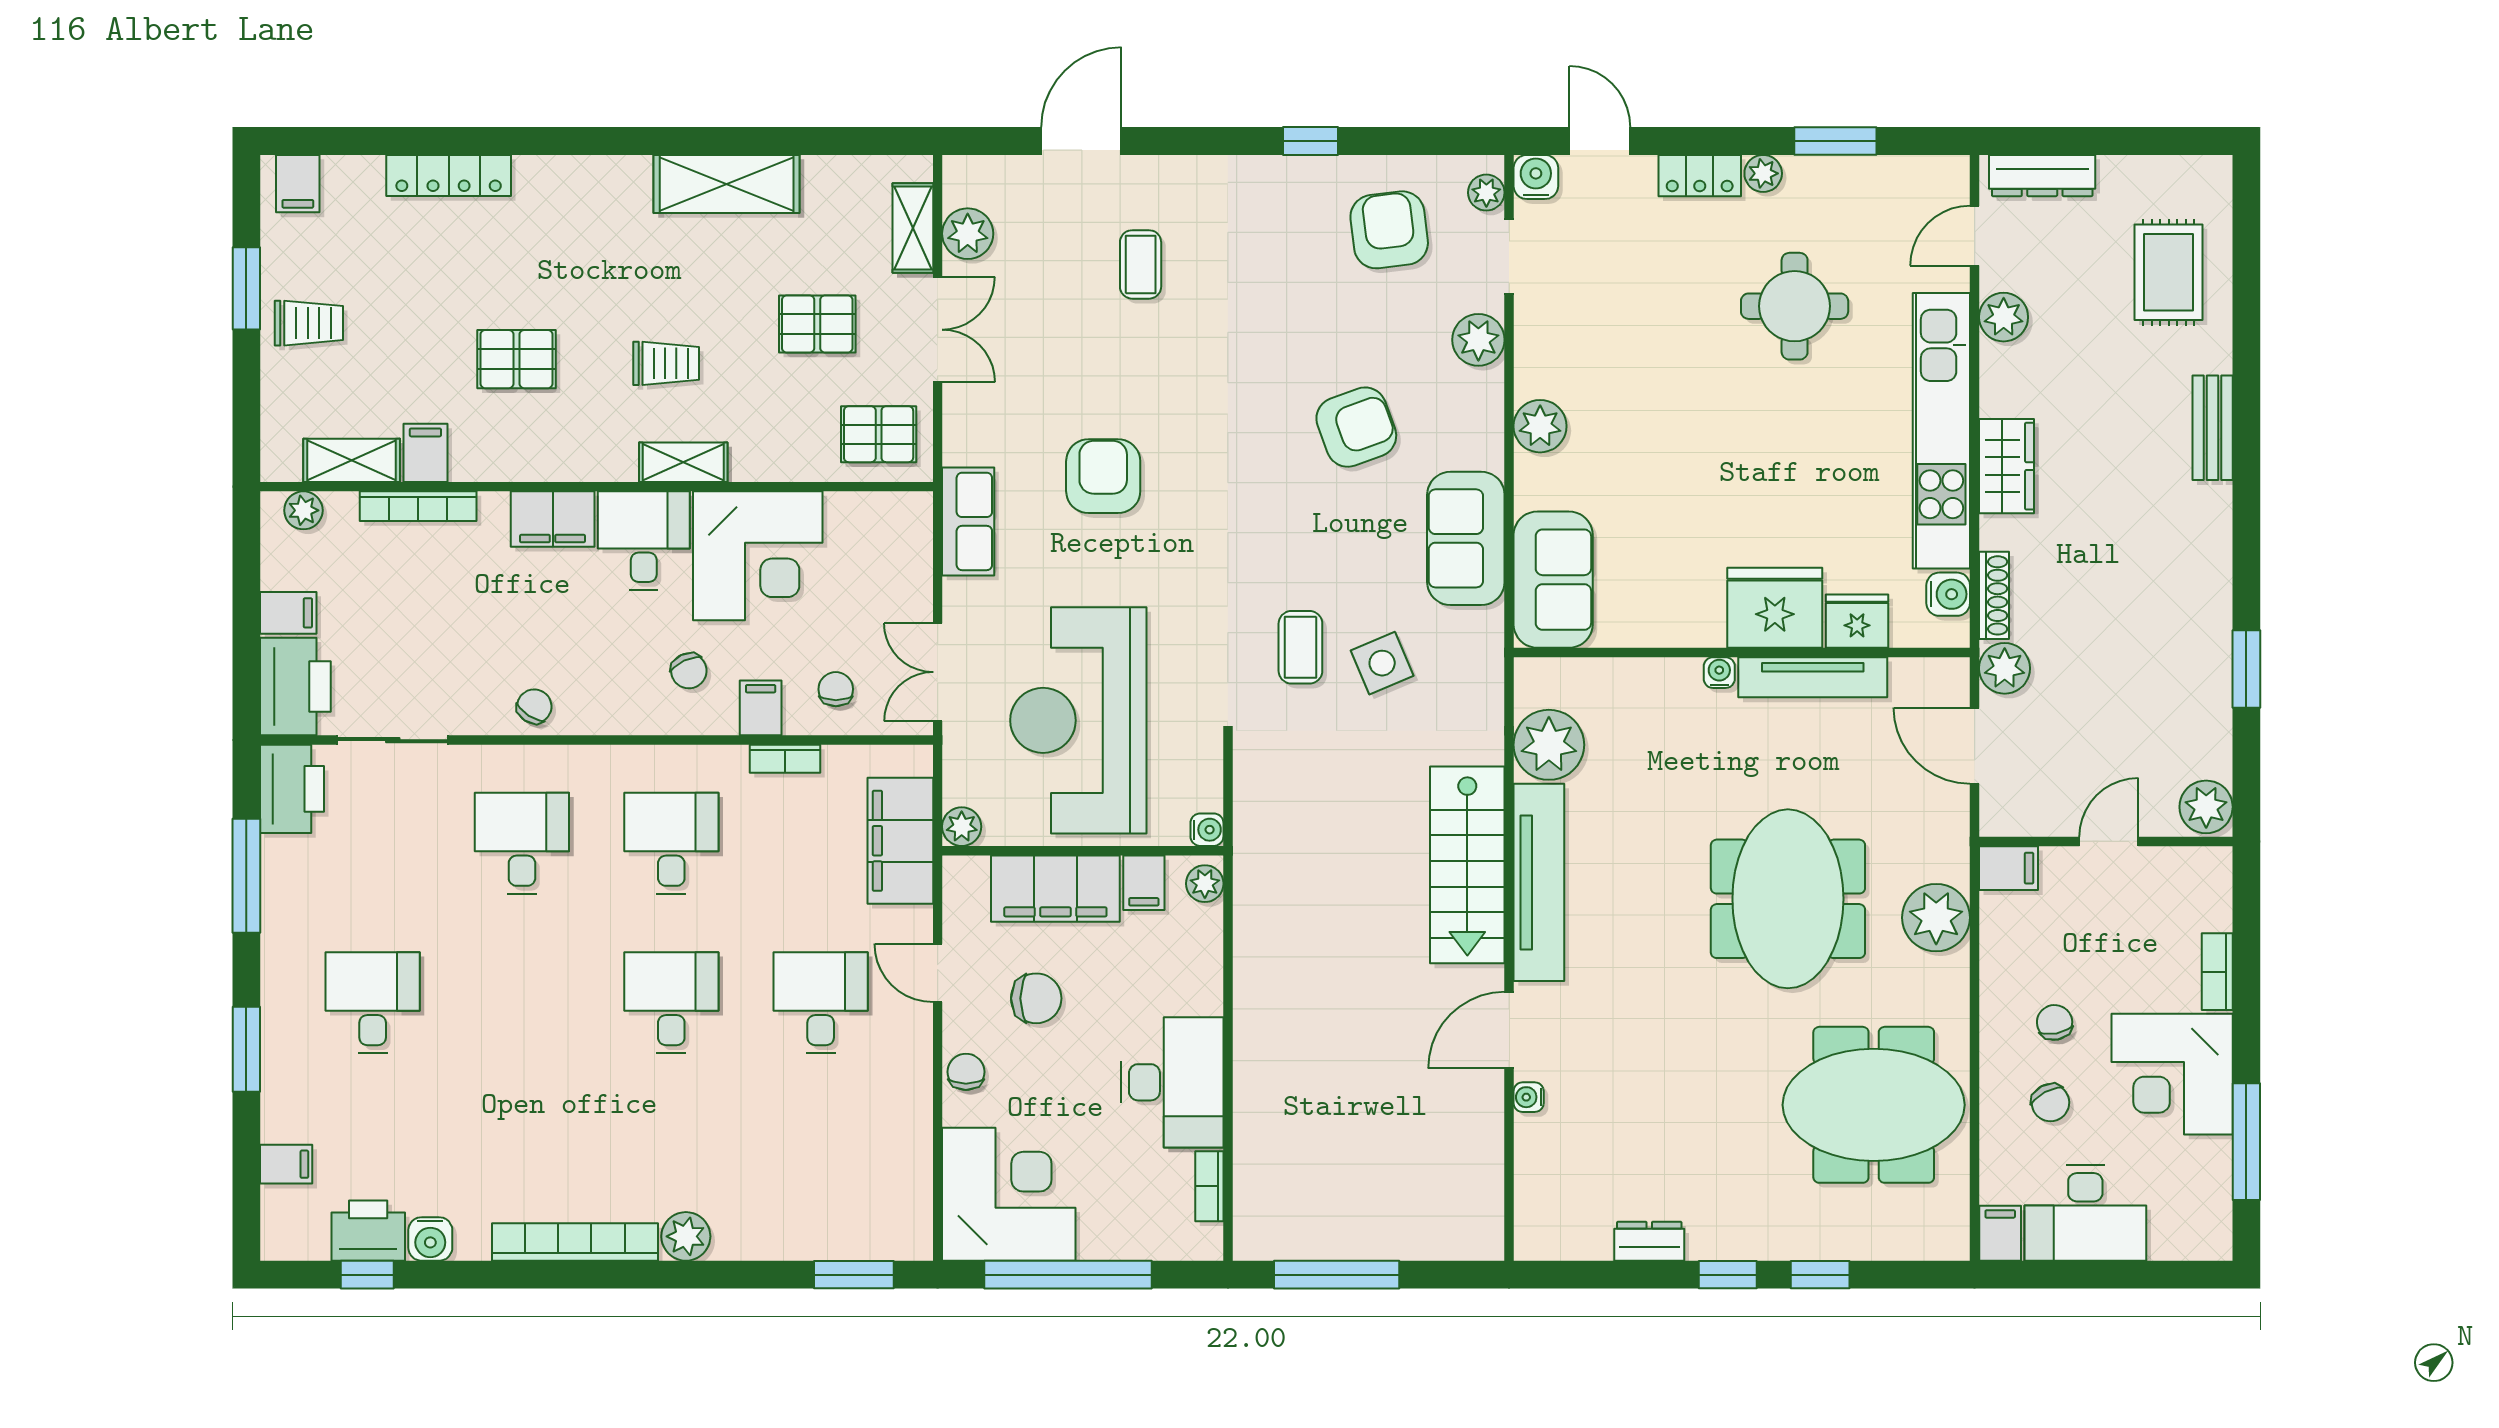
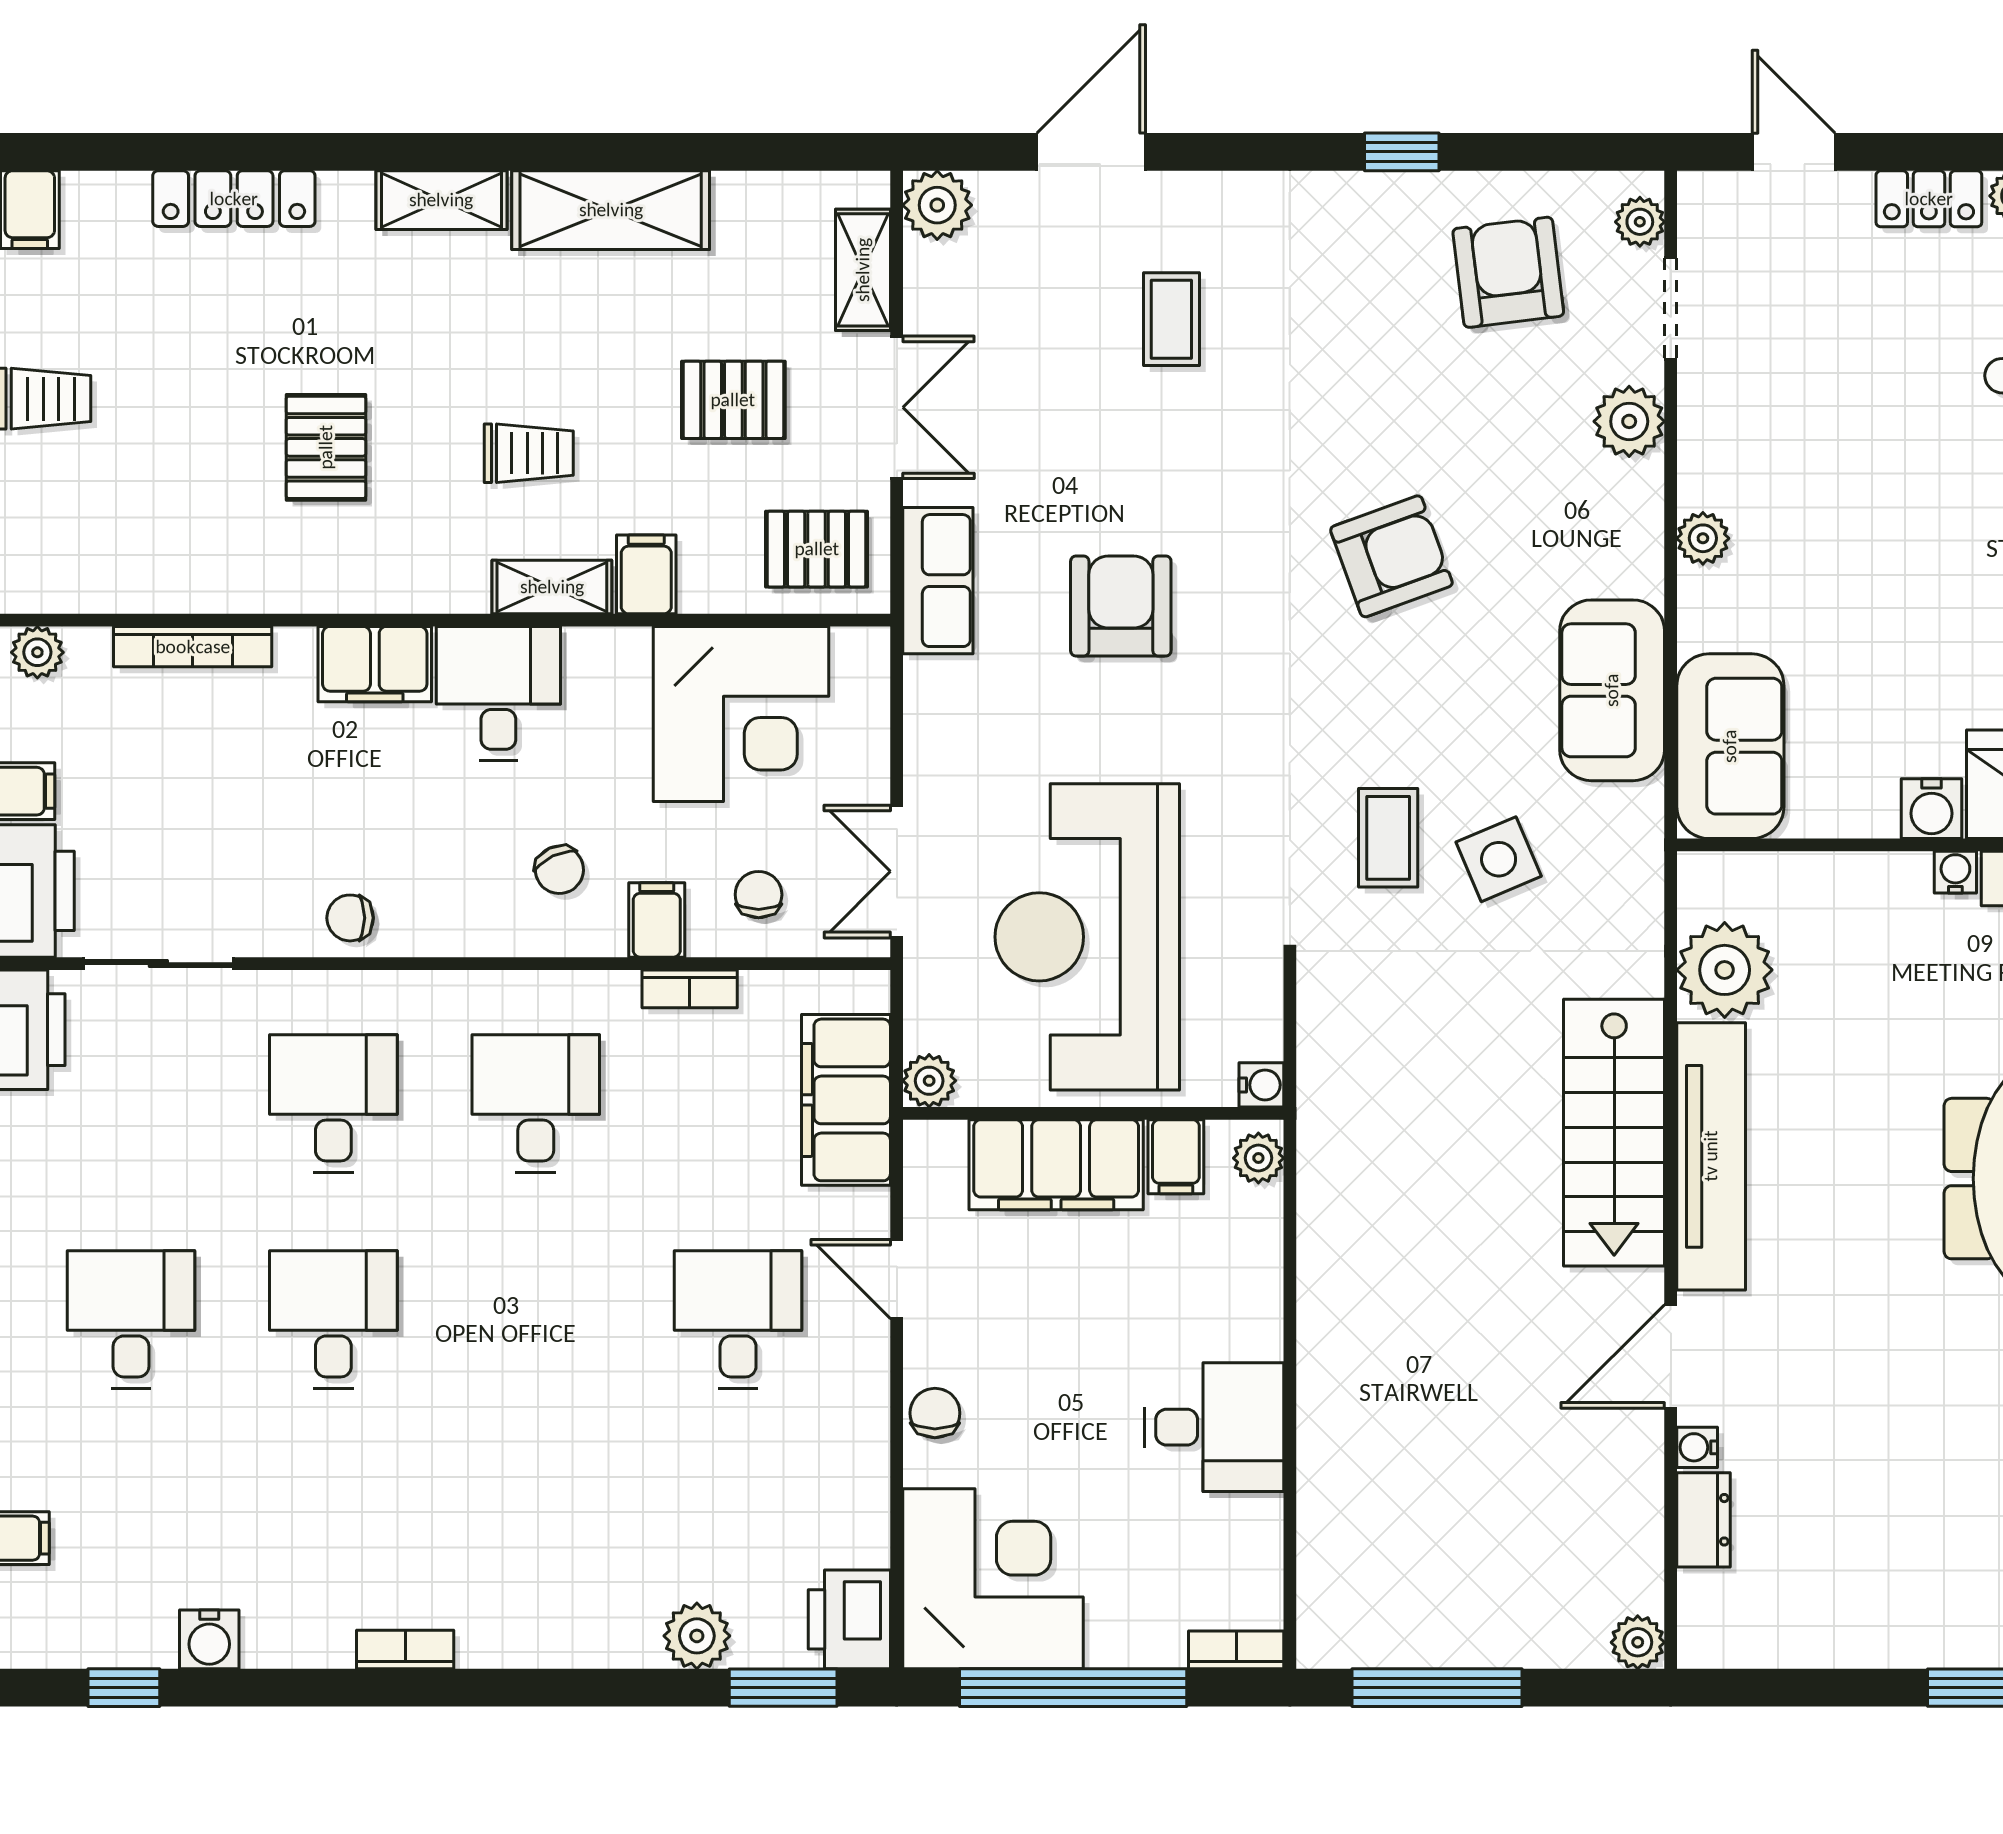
water cooler: (1536, 177) -> (1932, 809), moved, turned 180
plant: (968, 234) -> (937, 205), moved
pallet: (516, 359) -> (326, 447), turned 90
plant: (1540, 426) -> (1703, 538), width x0.73, depth x0.73
armchair: (1356, 427) -> (1391, 556), moved
filing cabinet: (425, 453) -> (646, 574), moved
shelving: (352, 460) -> (441, 200), moved
row of seats: (968, 521) -> (938, 581), moved
corner desk: (758, 556) -> (741, 714), moved
chair: (534, 706) -> (350, 918), turned -123
chair: (1036, 998) -> (1030, 1313), removed
desk: (671, 1003) -> (333, 1319), moved
desk: (1172, 1082) -> (1214, 1427), width x0.73
bookcase: (1209, 1186) -> (1236, 1650), moved, turned 90
printer: (368, 1231) -> (849, 1619), moved, turned -90
plant: (686, 1236) -> (697, 1636), moved
plant: (1485, 1241) -> (1638, 1642), added
dresser: (1649, 1241) -> (1704, 1520), moved, turned 90
bookcase: (575, 1242) -> (405, 1650), width x0.43, depth x0.76

